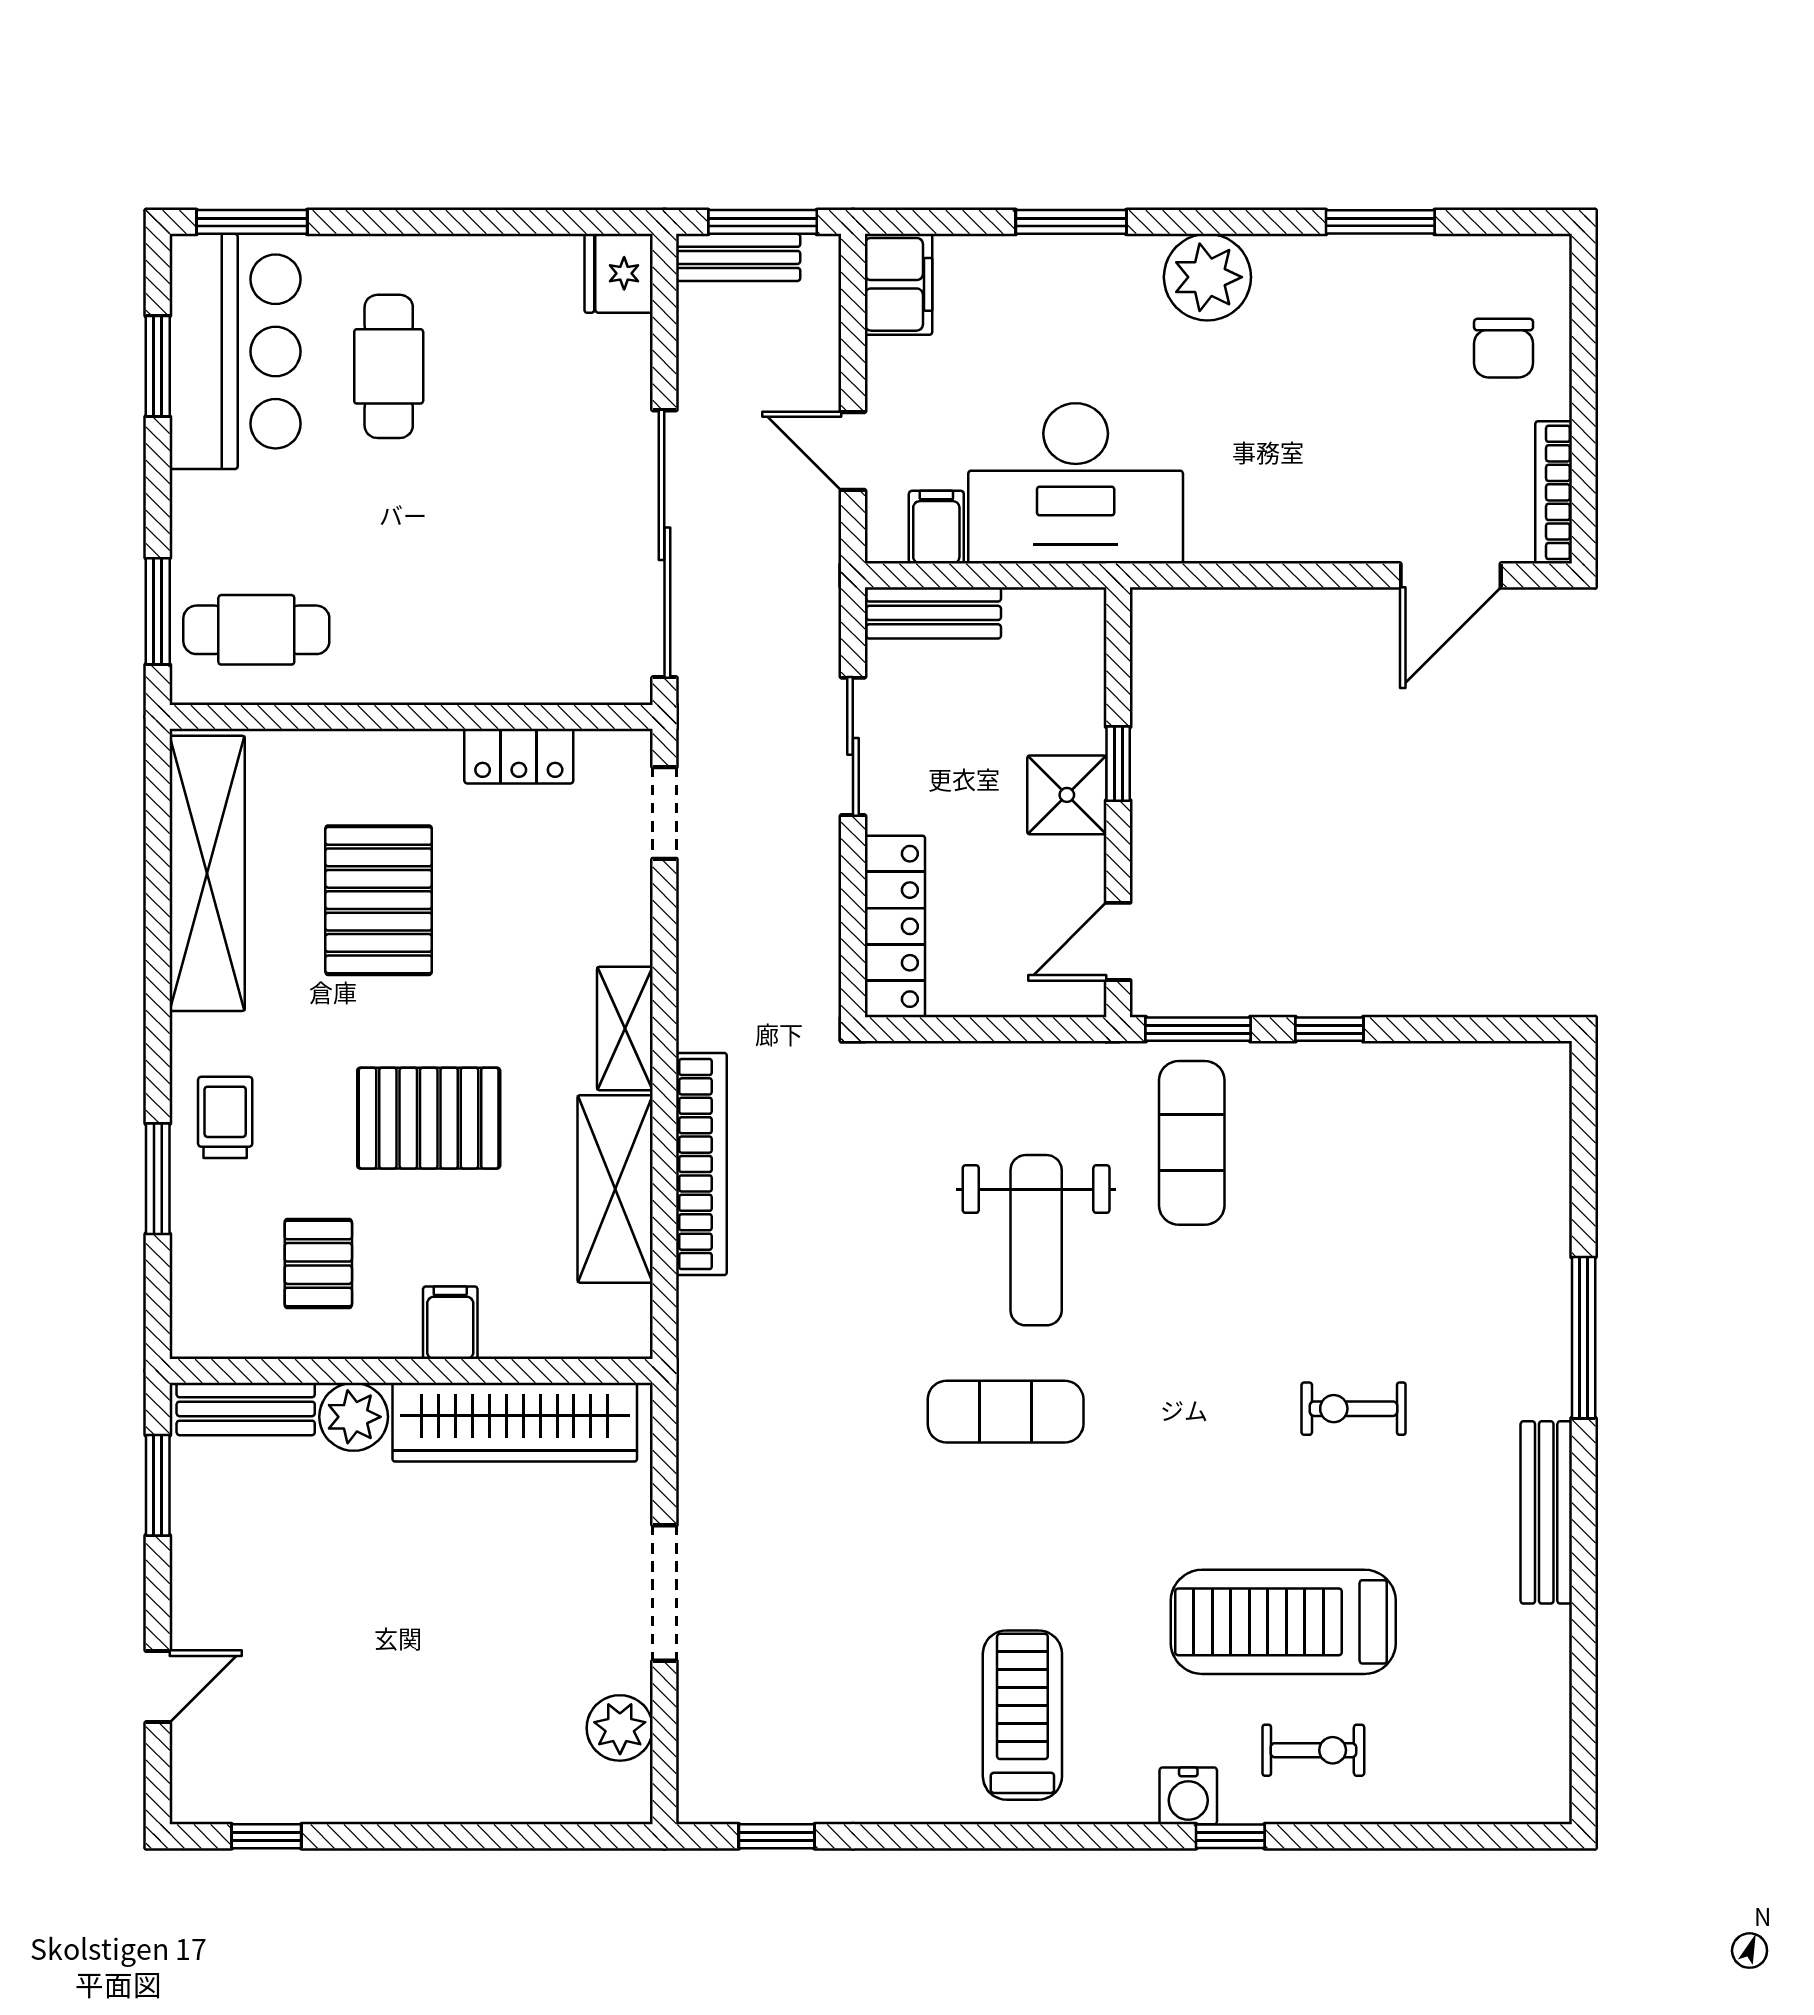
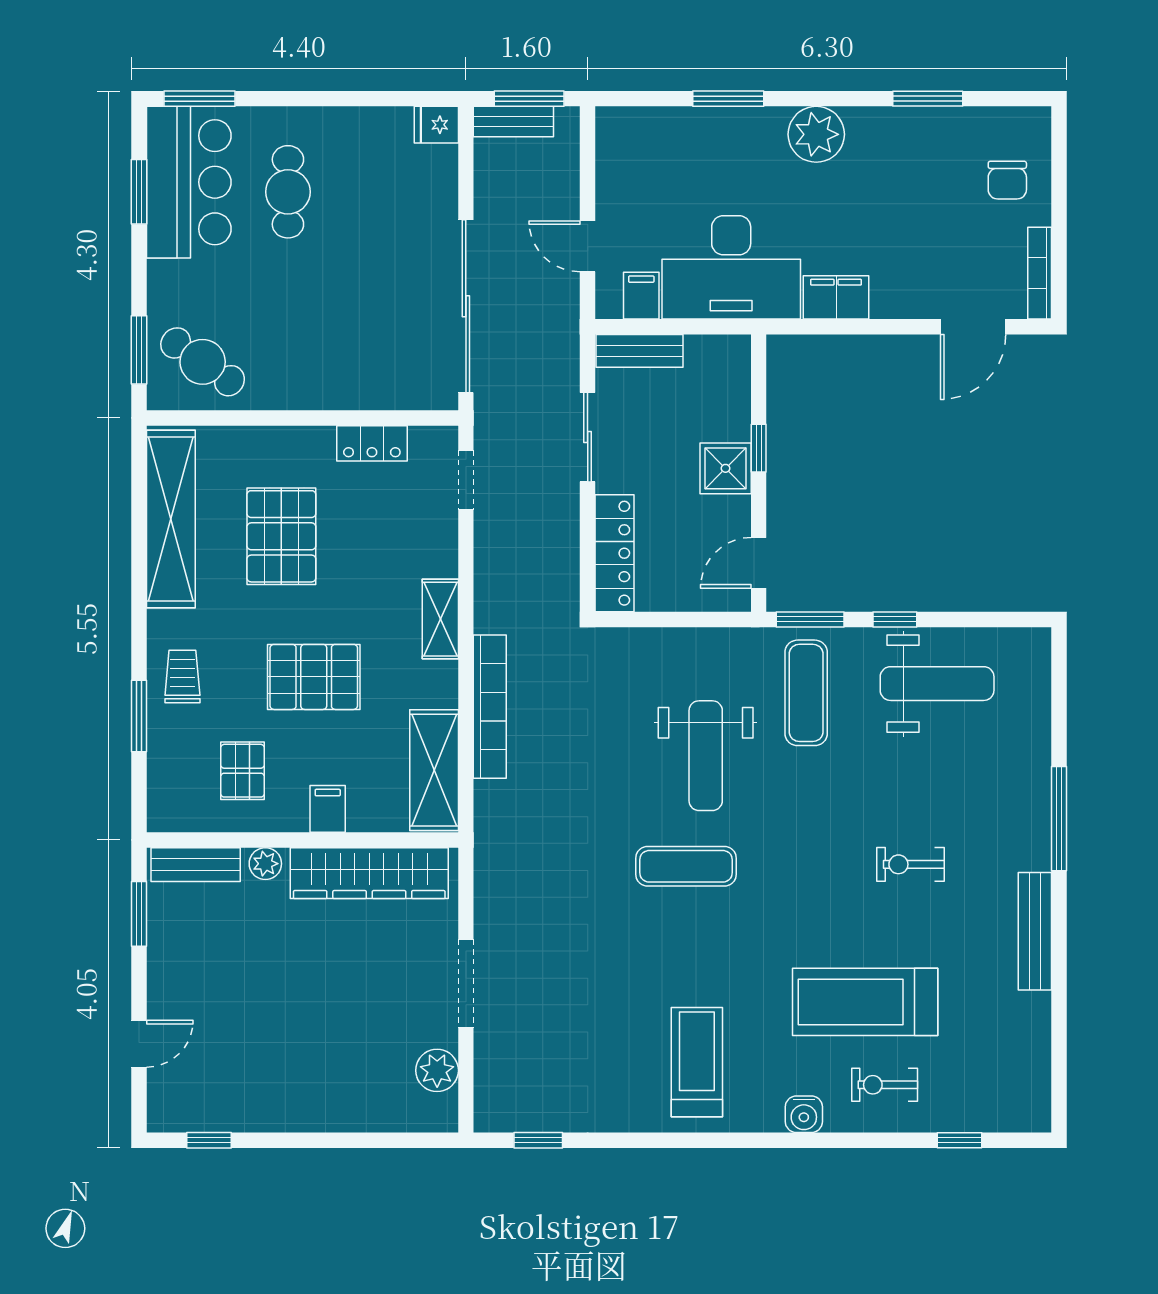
fridge: (619, 273) -> (436, 125), width x0.72
filing cabinet: (898, 284) -> (836, 297), moved, turned -90
cafe table: (256, 630) -> (203, 362), turned 35
weight bench: (1395, 1128) -> (937, 684), added
shelving: (615, 1189) -> (434, 770), moved
plant: (354, 1417) -> (265, 864), width x0.73, depth x0.73
exercise bike: (1313, 1750) -> (885, 1085), turned 180
window: (1230, 1836) -> (960, 1140), moved

